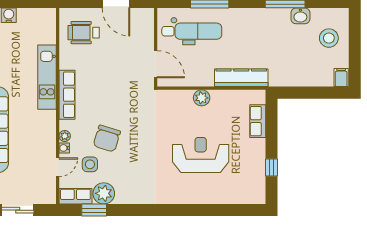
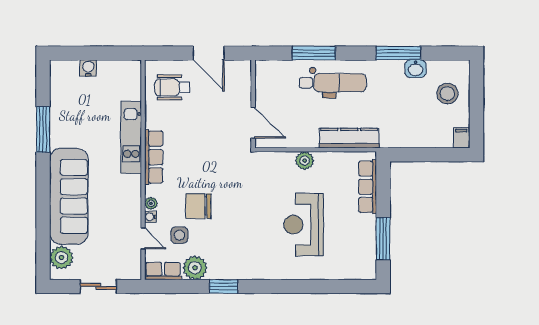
dental chair: (192, 31) -> (333, 83), moved
row of seats: (258, 121) -> (368, 187), width x1.48
chair: (107, 139) -> (198, 206), turned 73
reception desk: (201, 155) -> (304, 225), turned -90
door: (58, 167) -> (143, 238), hinge flipped
window: (272, 167) -> (383, 239), width x2.17
window: (94, 210) -> (223, 286), moved

